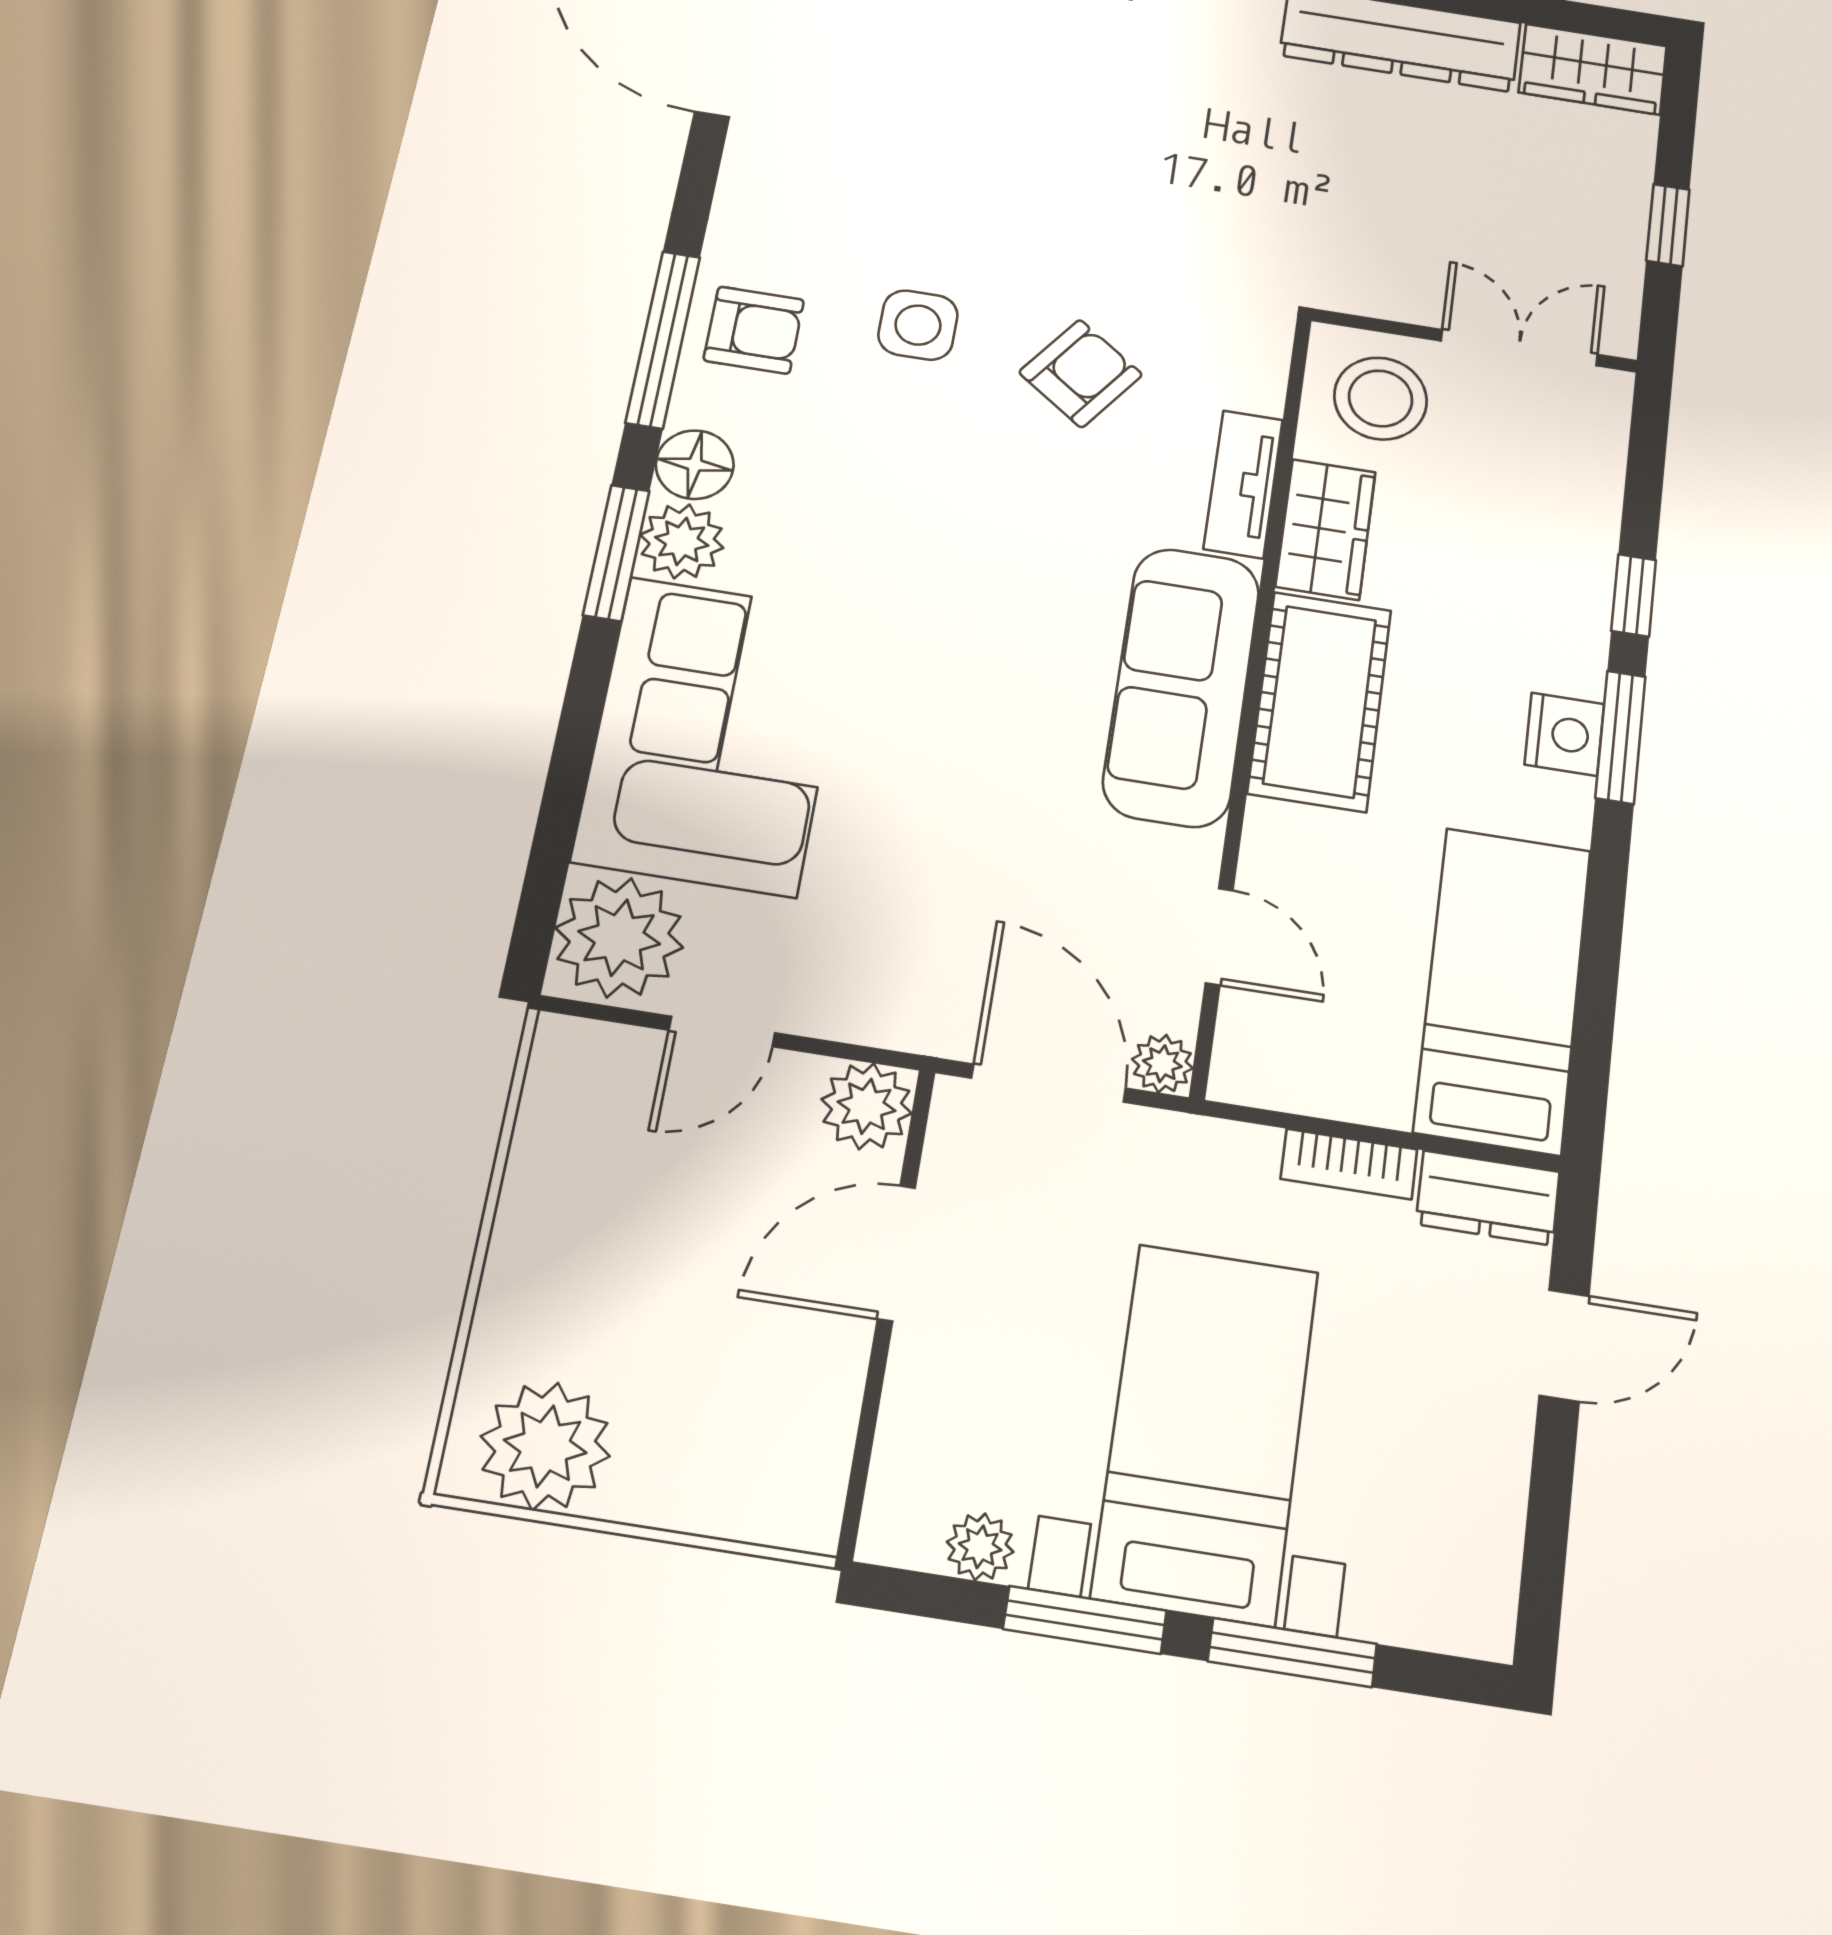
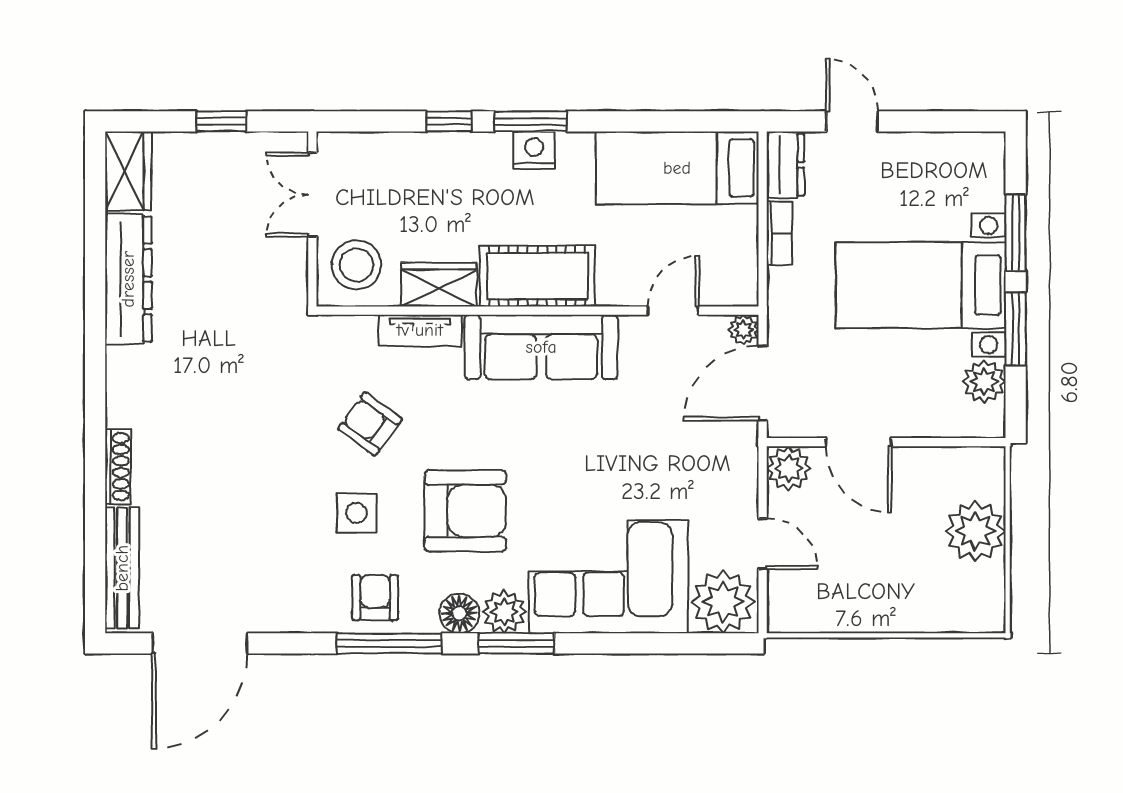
armchair: (889, 506) -> (465, 511), added
plant: (545, 1446) -> (975, 531), moved
plant: (980, 1547) -> (984, 381), width x1.38, depth x1.38

